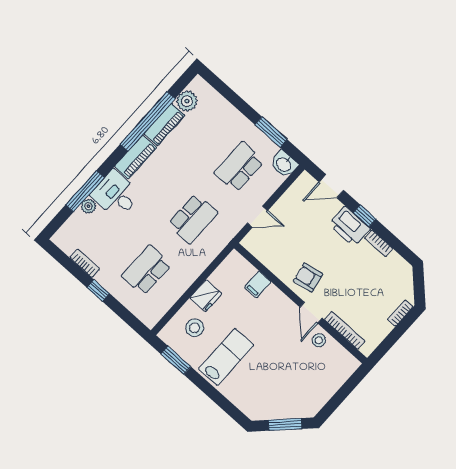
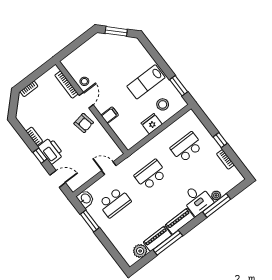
window: (148, 121) -> (168, 243), width x0.68
school desk: (147, 270) -> (187, 147), turned 180
filing cabinet: (258, 285) -> (110, 115), moved

